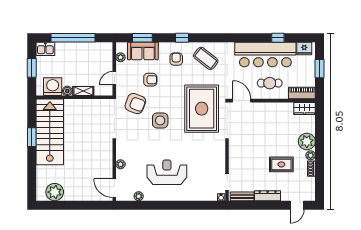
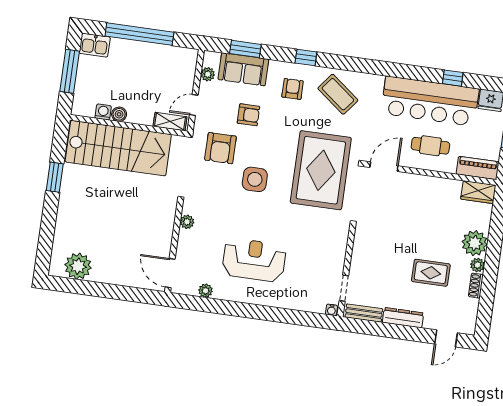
window: (32, 68) -> (70, 71), width x1.44
washing machine: (53, 87) -> (103, 112), width x0.53, depth x0.53
shelving: (83, 91) -> (170, 122), moved
door: (242, 101) -> (384, 167), hinge flipped
armchair: (135, 104) -> (220, 148), turned 69
stairs: (50, 132) -> (118, 148), moved, turned 90
plant: (121, 164) -> (187, 222), moved

